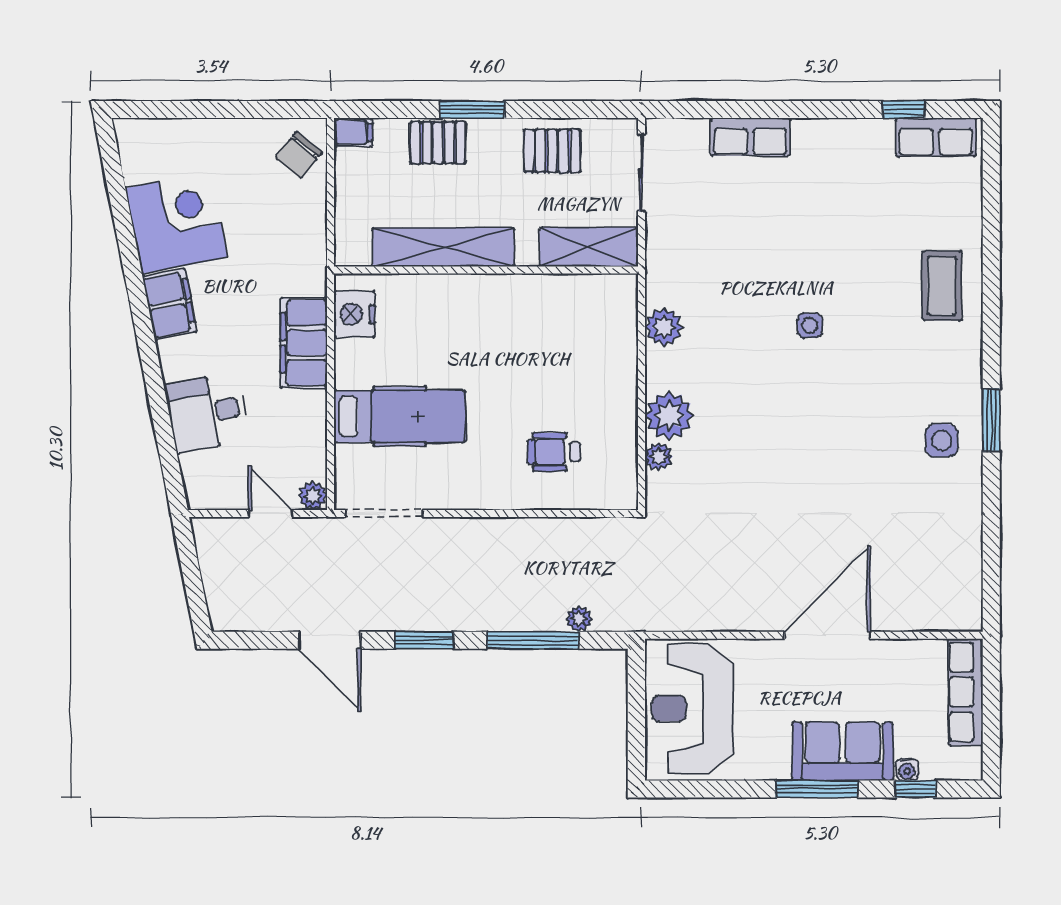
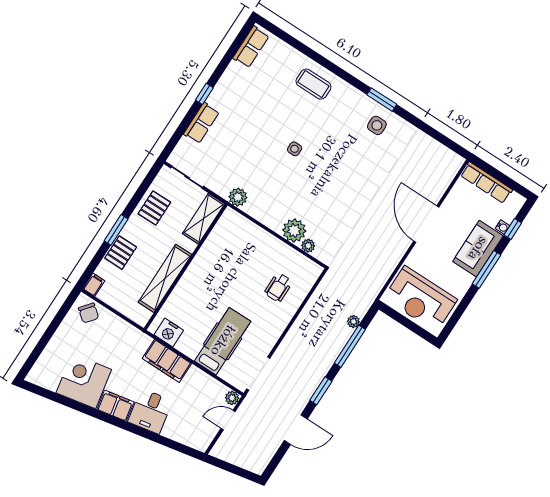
window: (904, 110) -> (204, 94), moved
plant: (664, 327) -> (238, 197), moved
desk: (207, 413) -> (150, 411), moved

